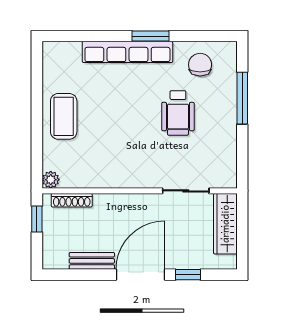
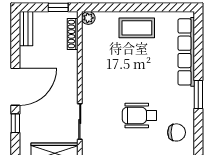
row of seats: (127, 52) -> (186, 52), moved
bench: (92, 261) -> (26, 29), moved
door: (140, 275) -> (15, 87), hinge flipped

